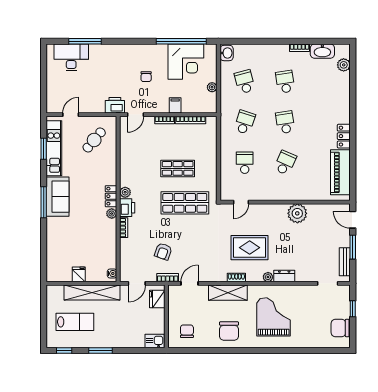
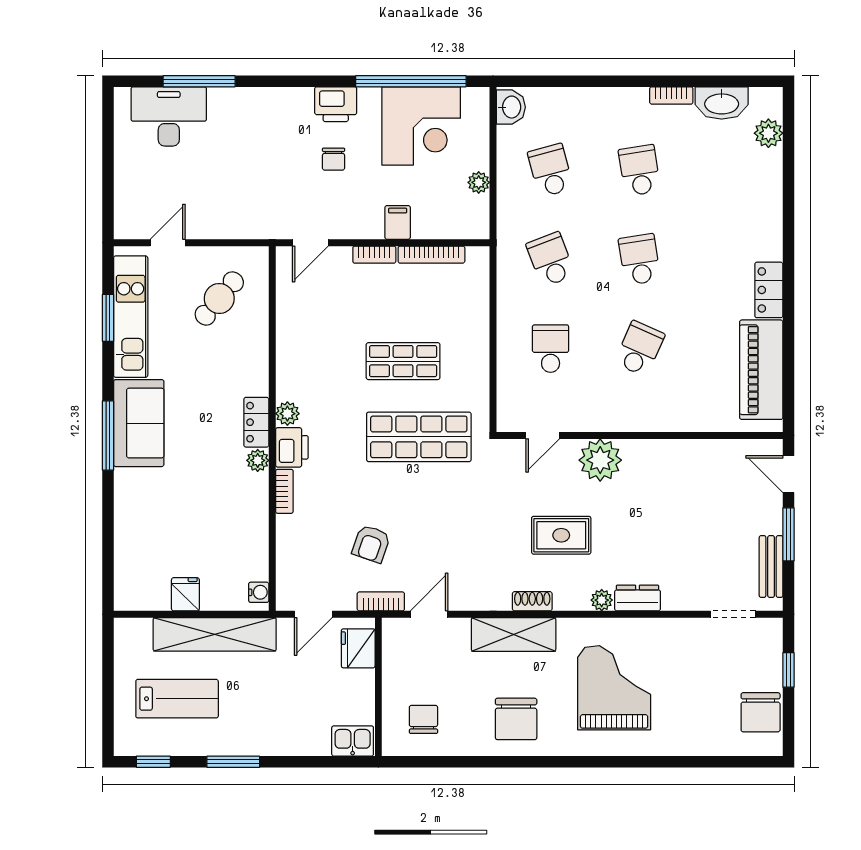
printer: (115, 105) -> (336, 104), moved, turned 180
school desk: (245, 122) -> (551, 259), turned -39
plant: (297, 213) -> (600, 460), moved
rug: (250, 248) -> (561, 535), width x0.73, depth x0.70
chair: (340, 328) -> (761, 712), turned -90

